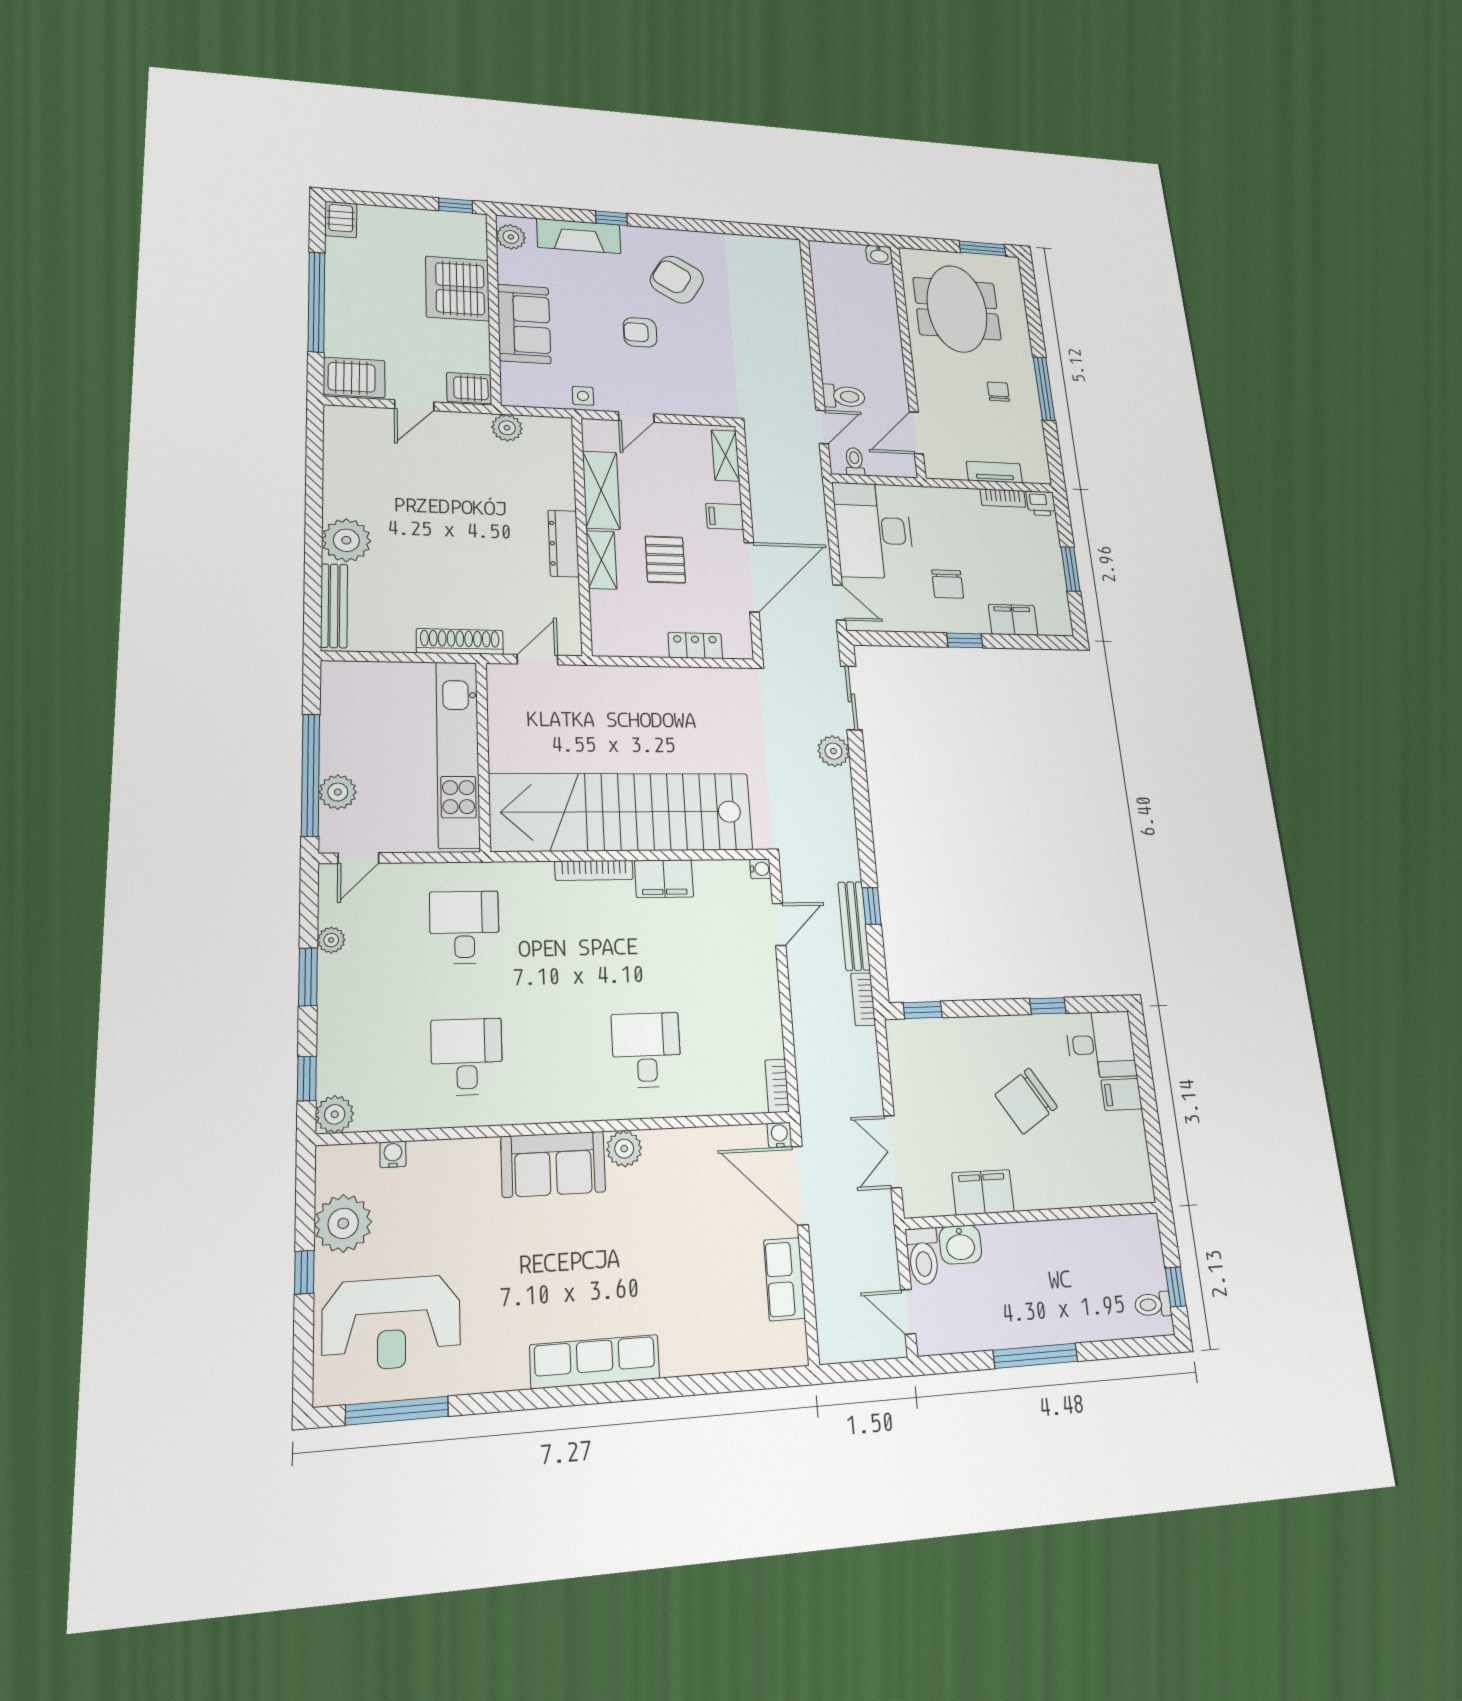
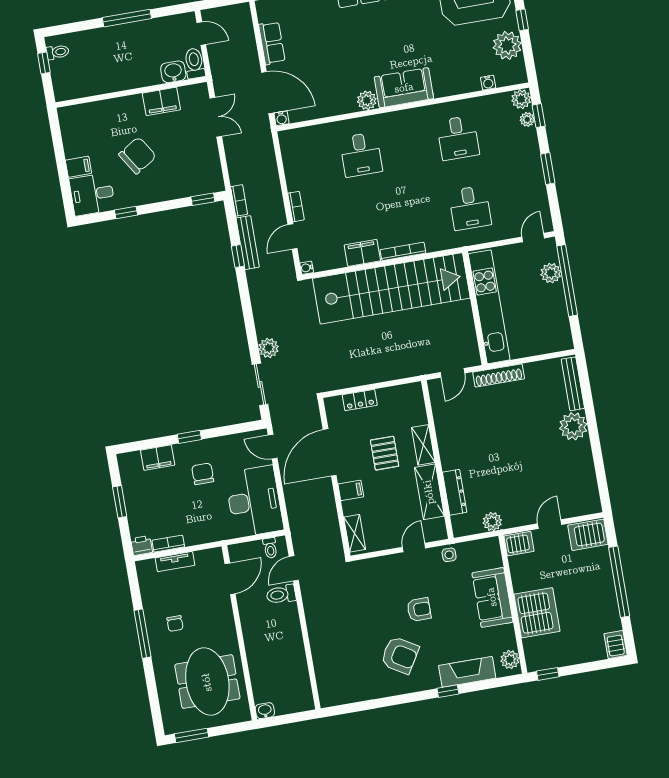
dresser: (563, 543) -> (455, 492), moved
plant: (331, 940) -> (527, 119), moved
bookcase: (777, 1086) -> (296, 207), moved

